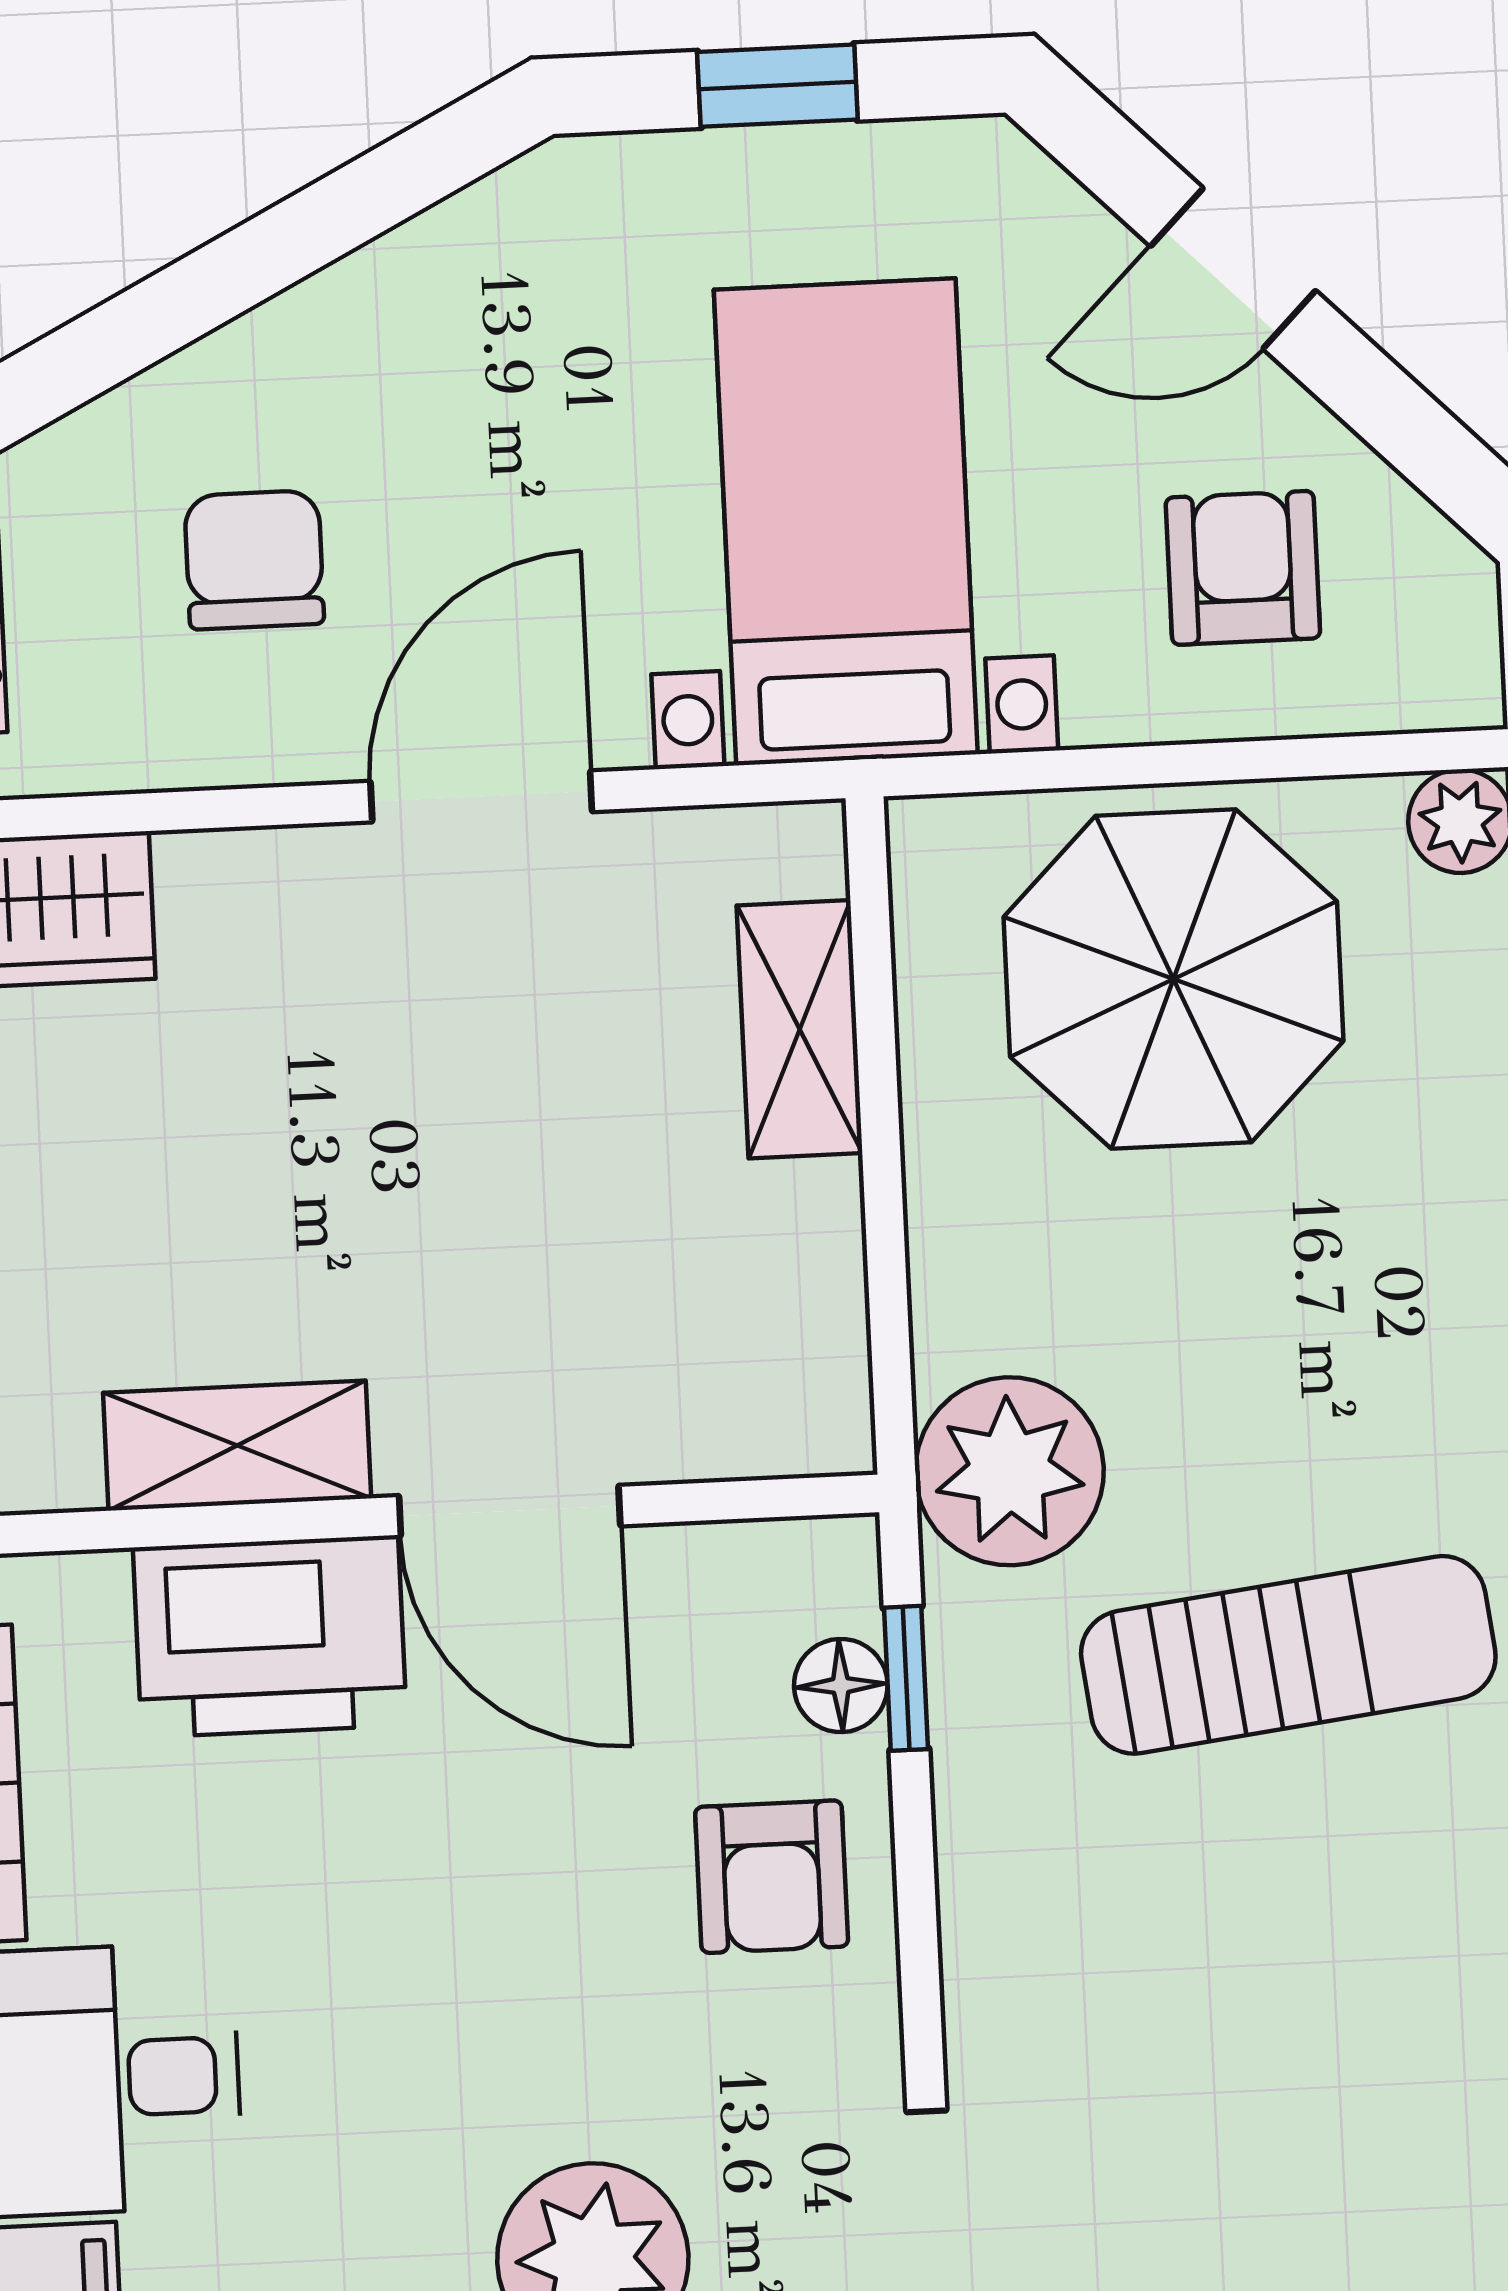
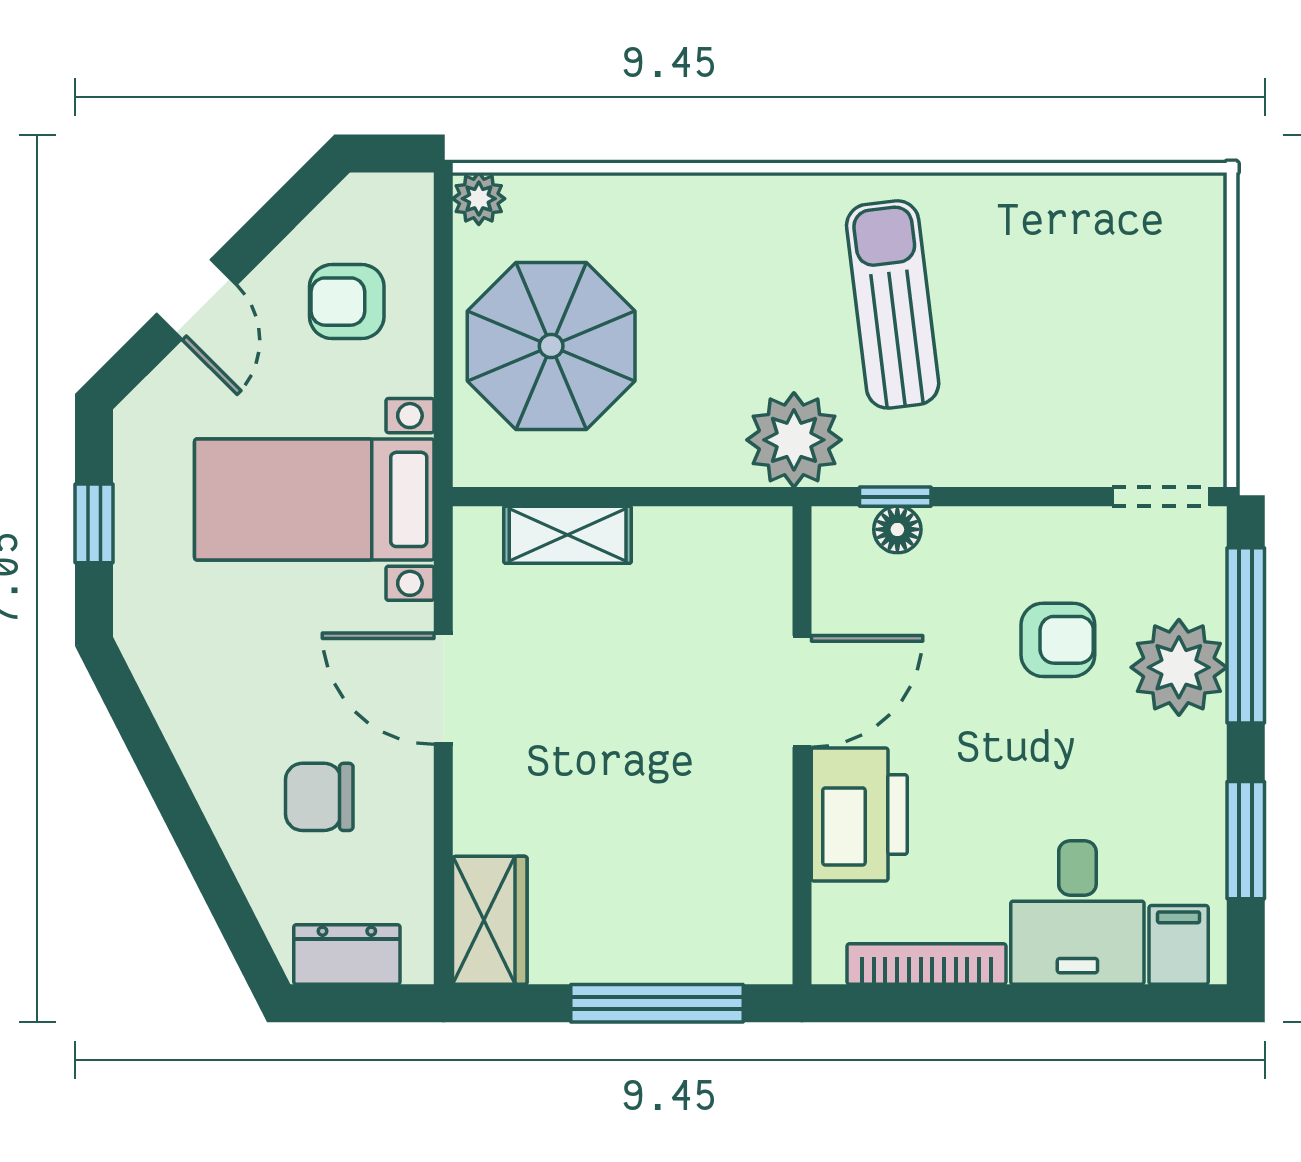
shelving: (237, 1446) -> (763, 826), removed
armchair: (772, 1877) -> (1058, 640), moved

